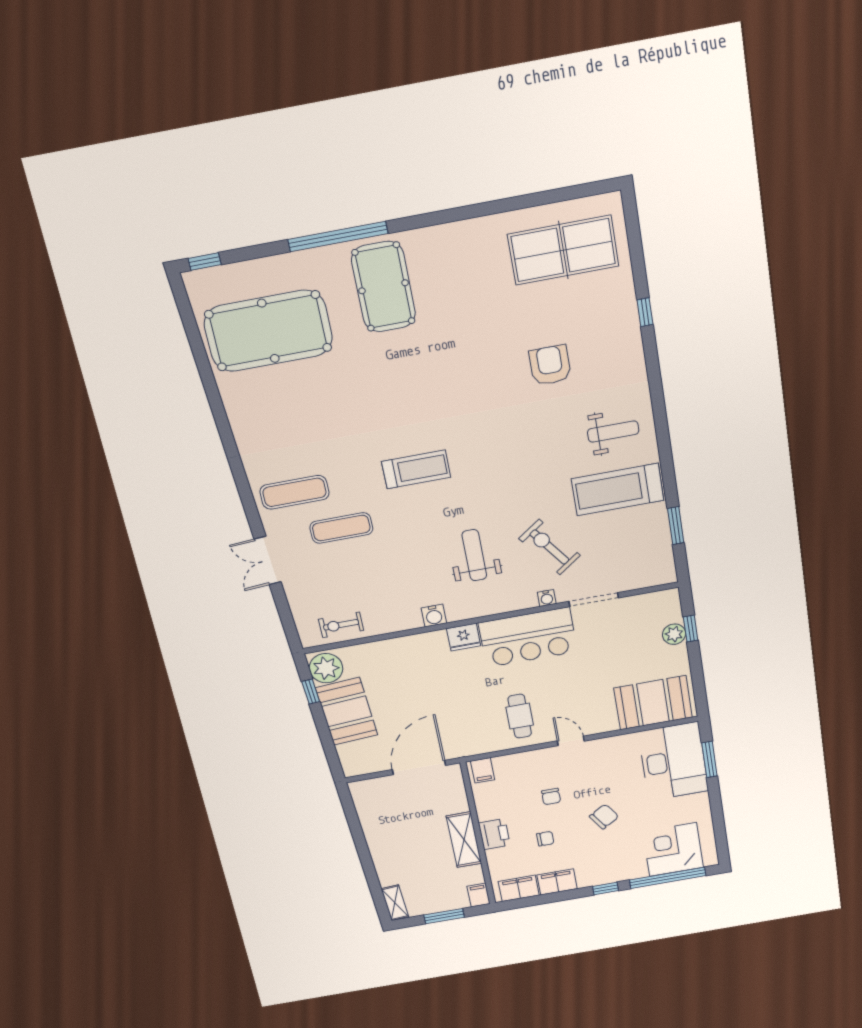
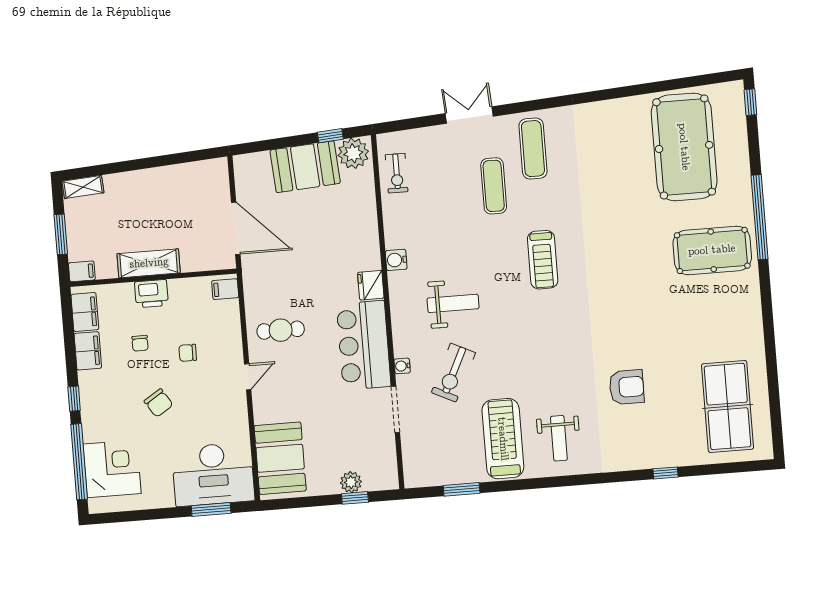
exercise bike: (549, 547) -> (453, 373), turned 152
exercise bike: (341, 625) -> (397, 173), turned 180

